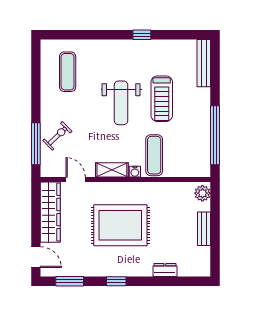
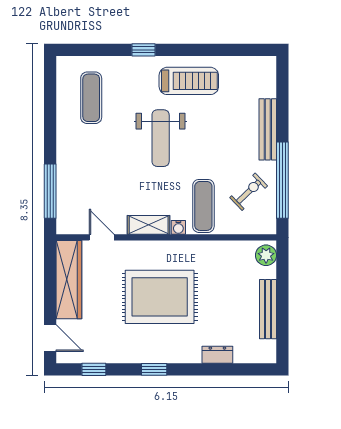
window: (142, 35) -> (143, 50), moved
bench: (204, 63) -> (268, 129), moved
treadmill: (162, 99) -> (189, 81), moved, turned -90
exercise bike: (57, 136) -> (249, 192), moved
bench: (204, 229) -> (268, 309), width x1.36
window: (70, 281) -> (94, 369), width x0.67

